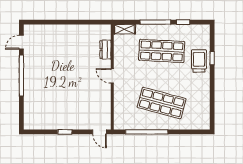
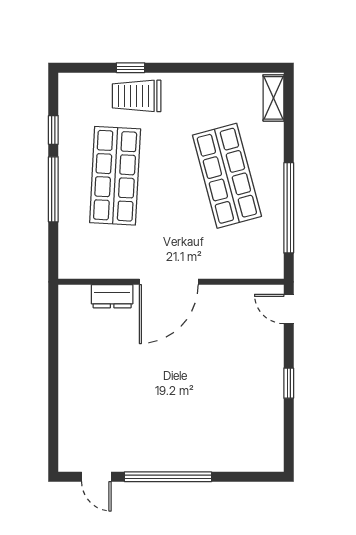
shelving: (125, 29) -> (273, 98), moved
door: (112, 76) -> (169, 282), width x1.87
shop shelf: (162, 103) -> (227, 176), turned -30
door: (100, 132) -> (289, 309), swing flipped

